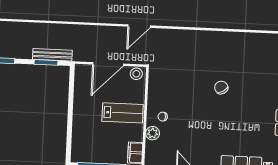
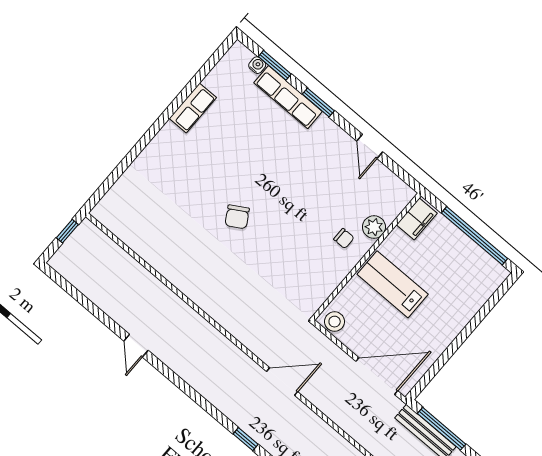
window: (46, 62) -> (442, 429), width x1.44
door: (108, 64) -> (377, 376), moved

